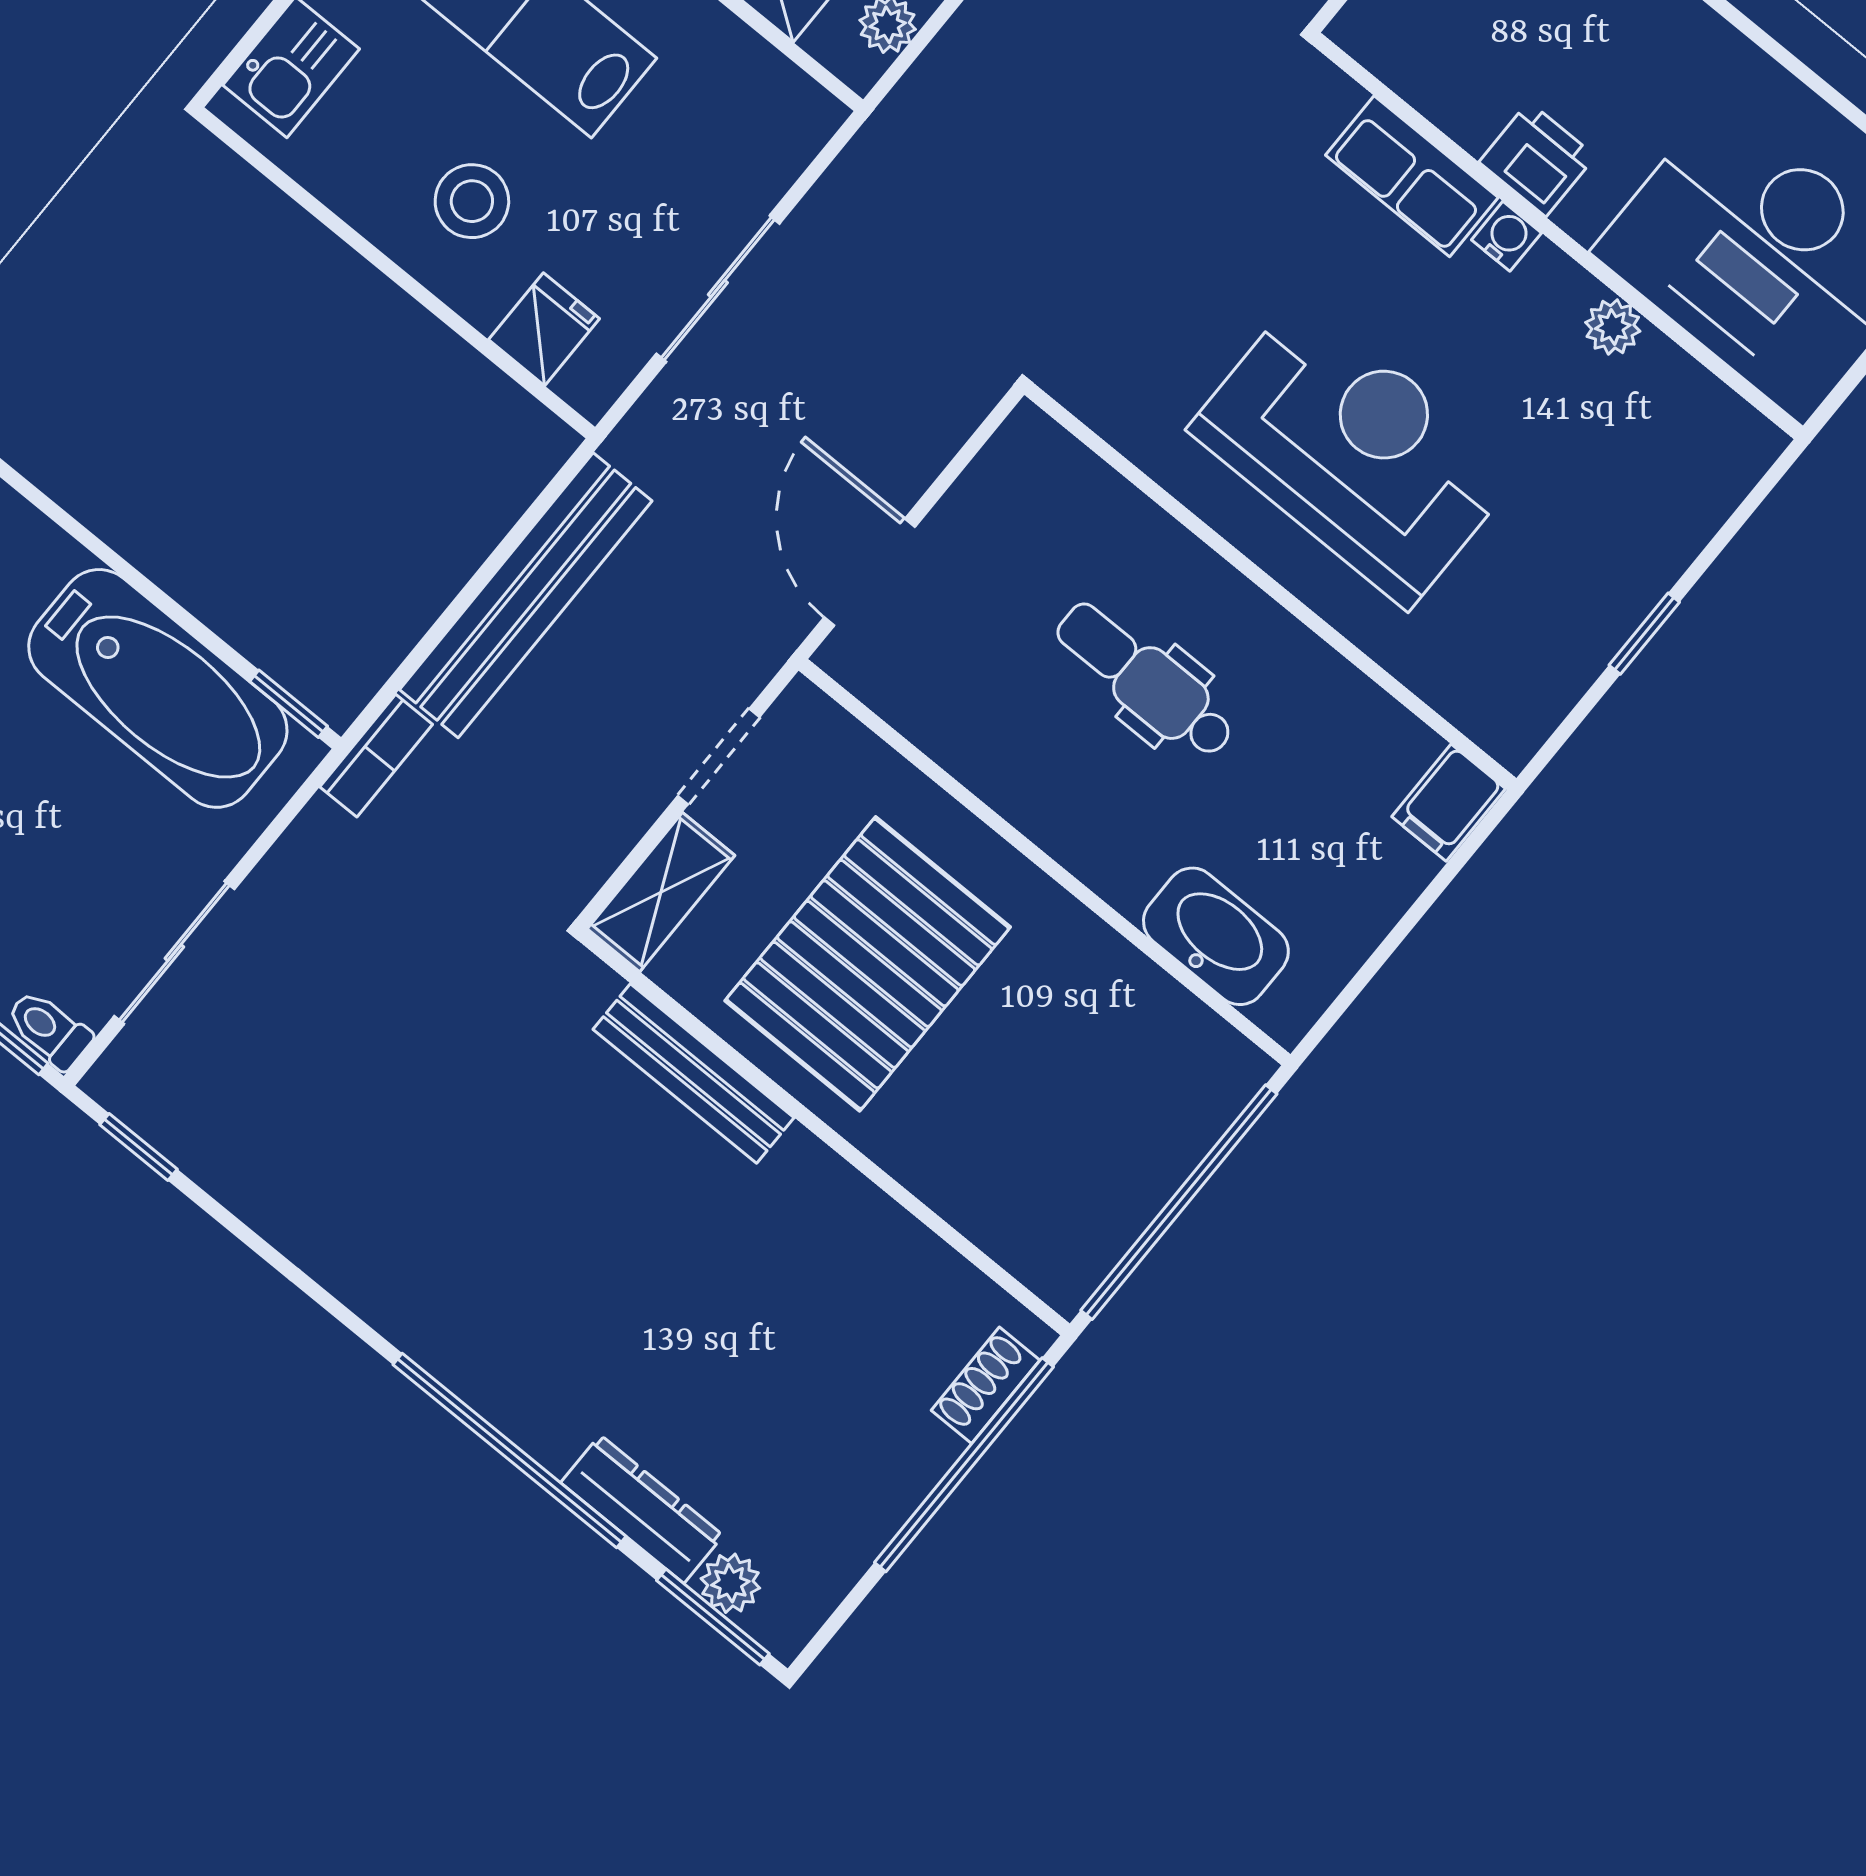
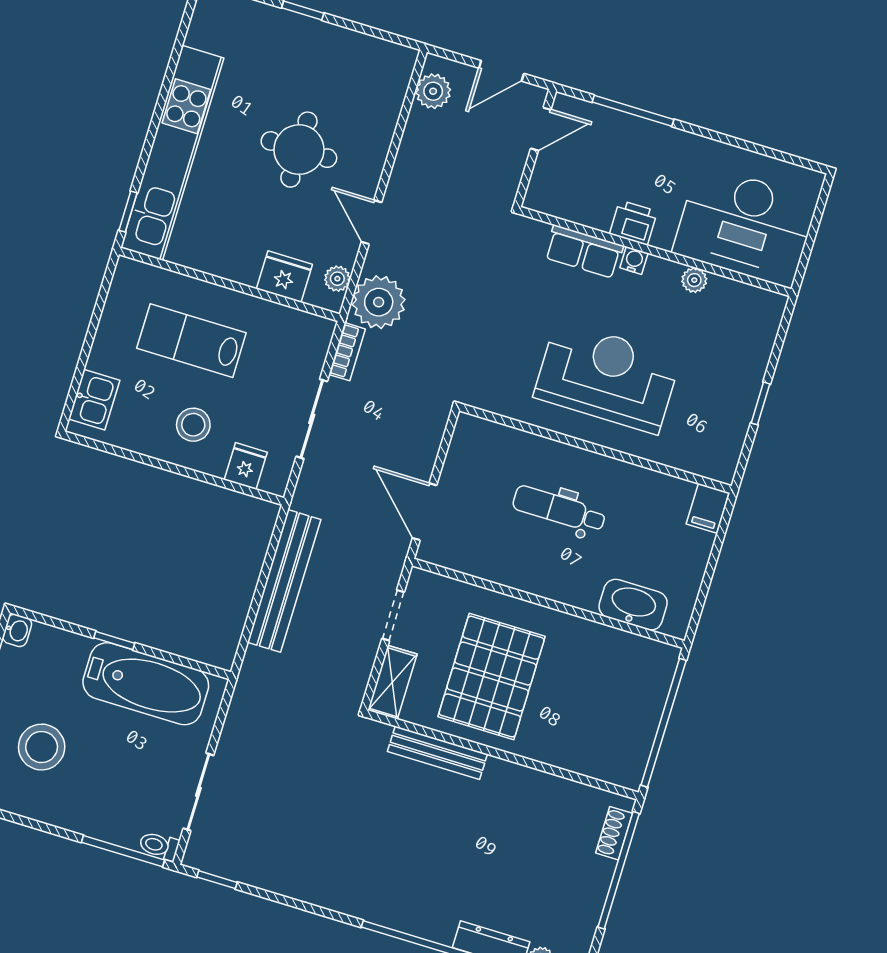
plant: (952, 107) -> (379, 302), added
window: (289, 704) -> (114, 641), moved
bookcase: (376, 756) -> (347, 352), moved

